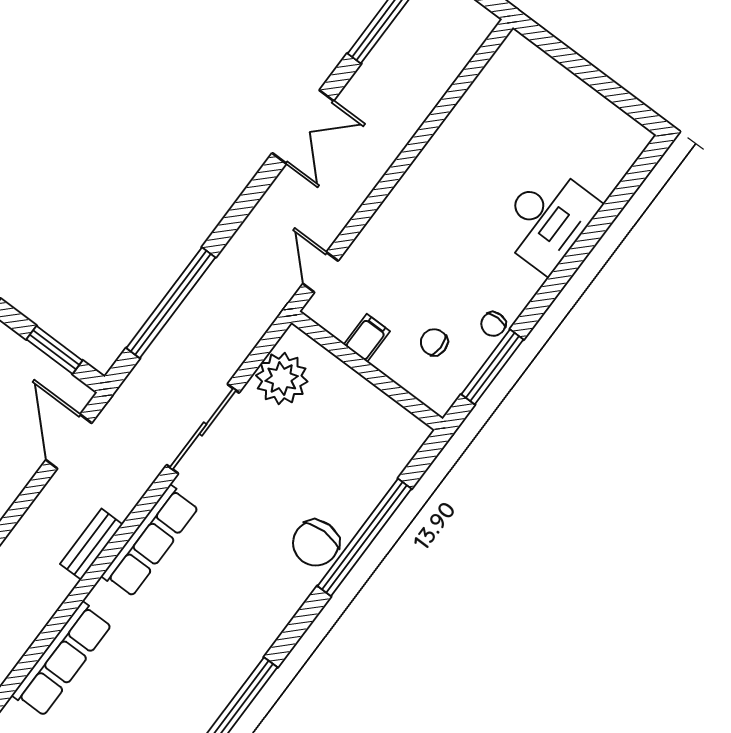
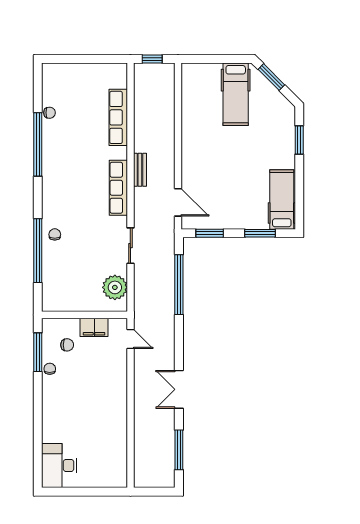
desk: (547, 219) -> (59, 465), moved
filing cabinet: (367, 338) -> (94, 327), width x2.00
sliding door: (203, 429) -> (130, 246), width x0.73
chair: (316, 543) -> (55, 234), width x0.54, depth x0.54

